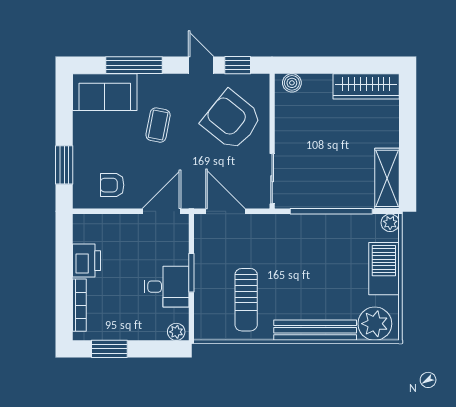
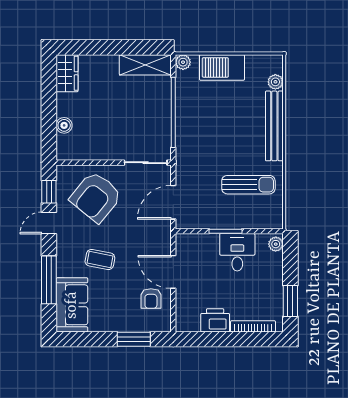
boiler: (292, 83) -> (64, 125), moved
wardrobe: (366, 86) -> (67, 73), width x0.67
door: (162, 211) -> (173, 272), moved
plant: (375, 324) -> (275, 82), width x0.53, depth x0.53

